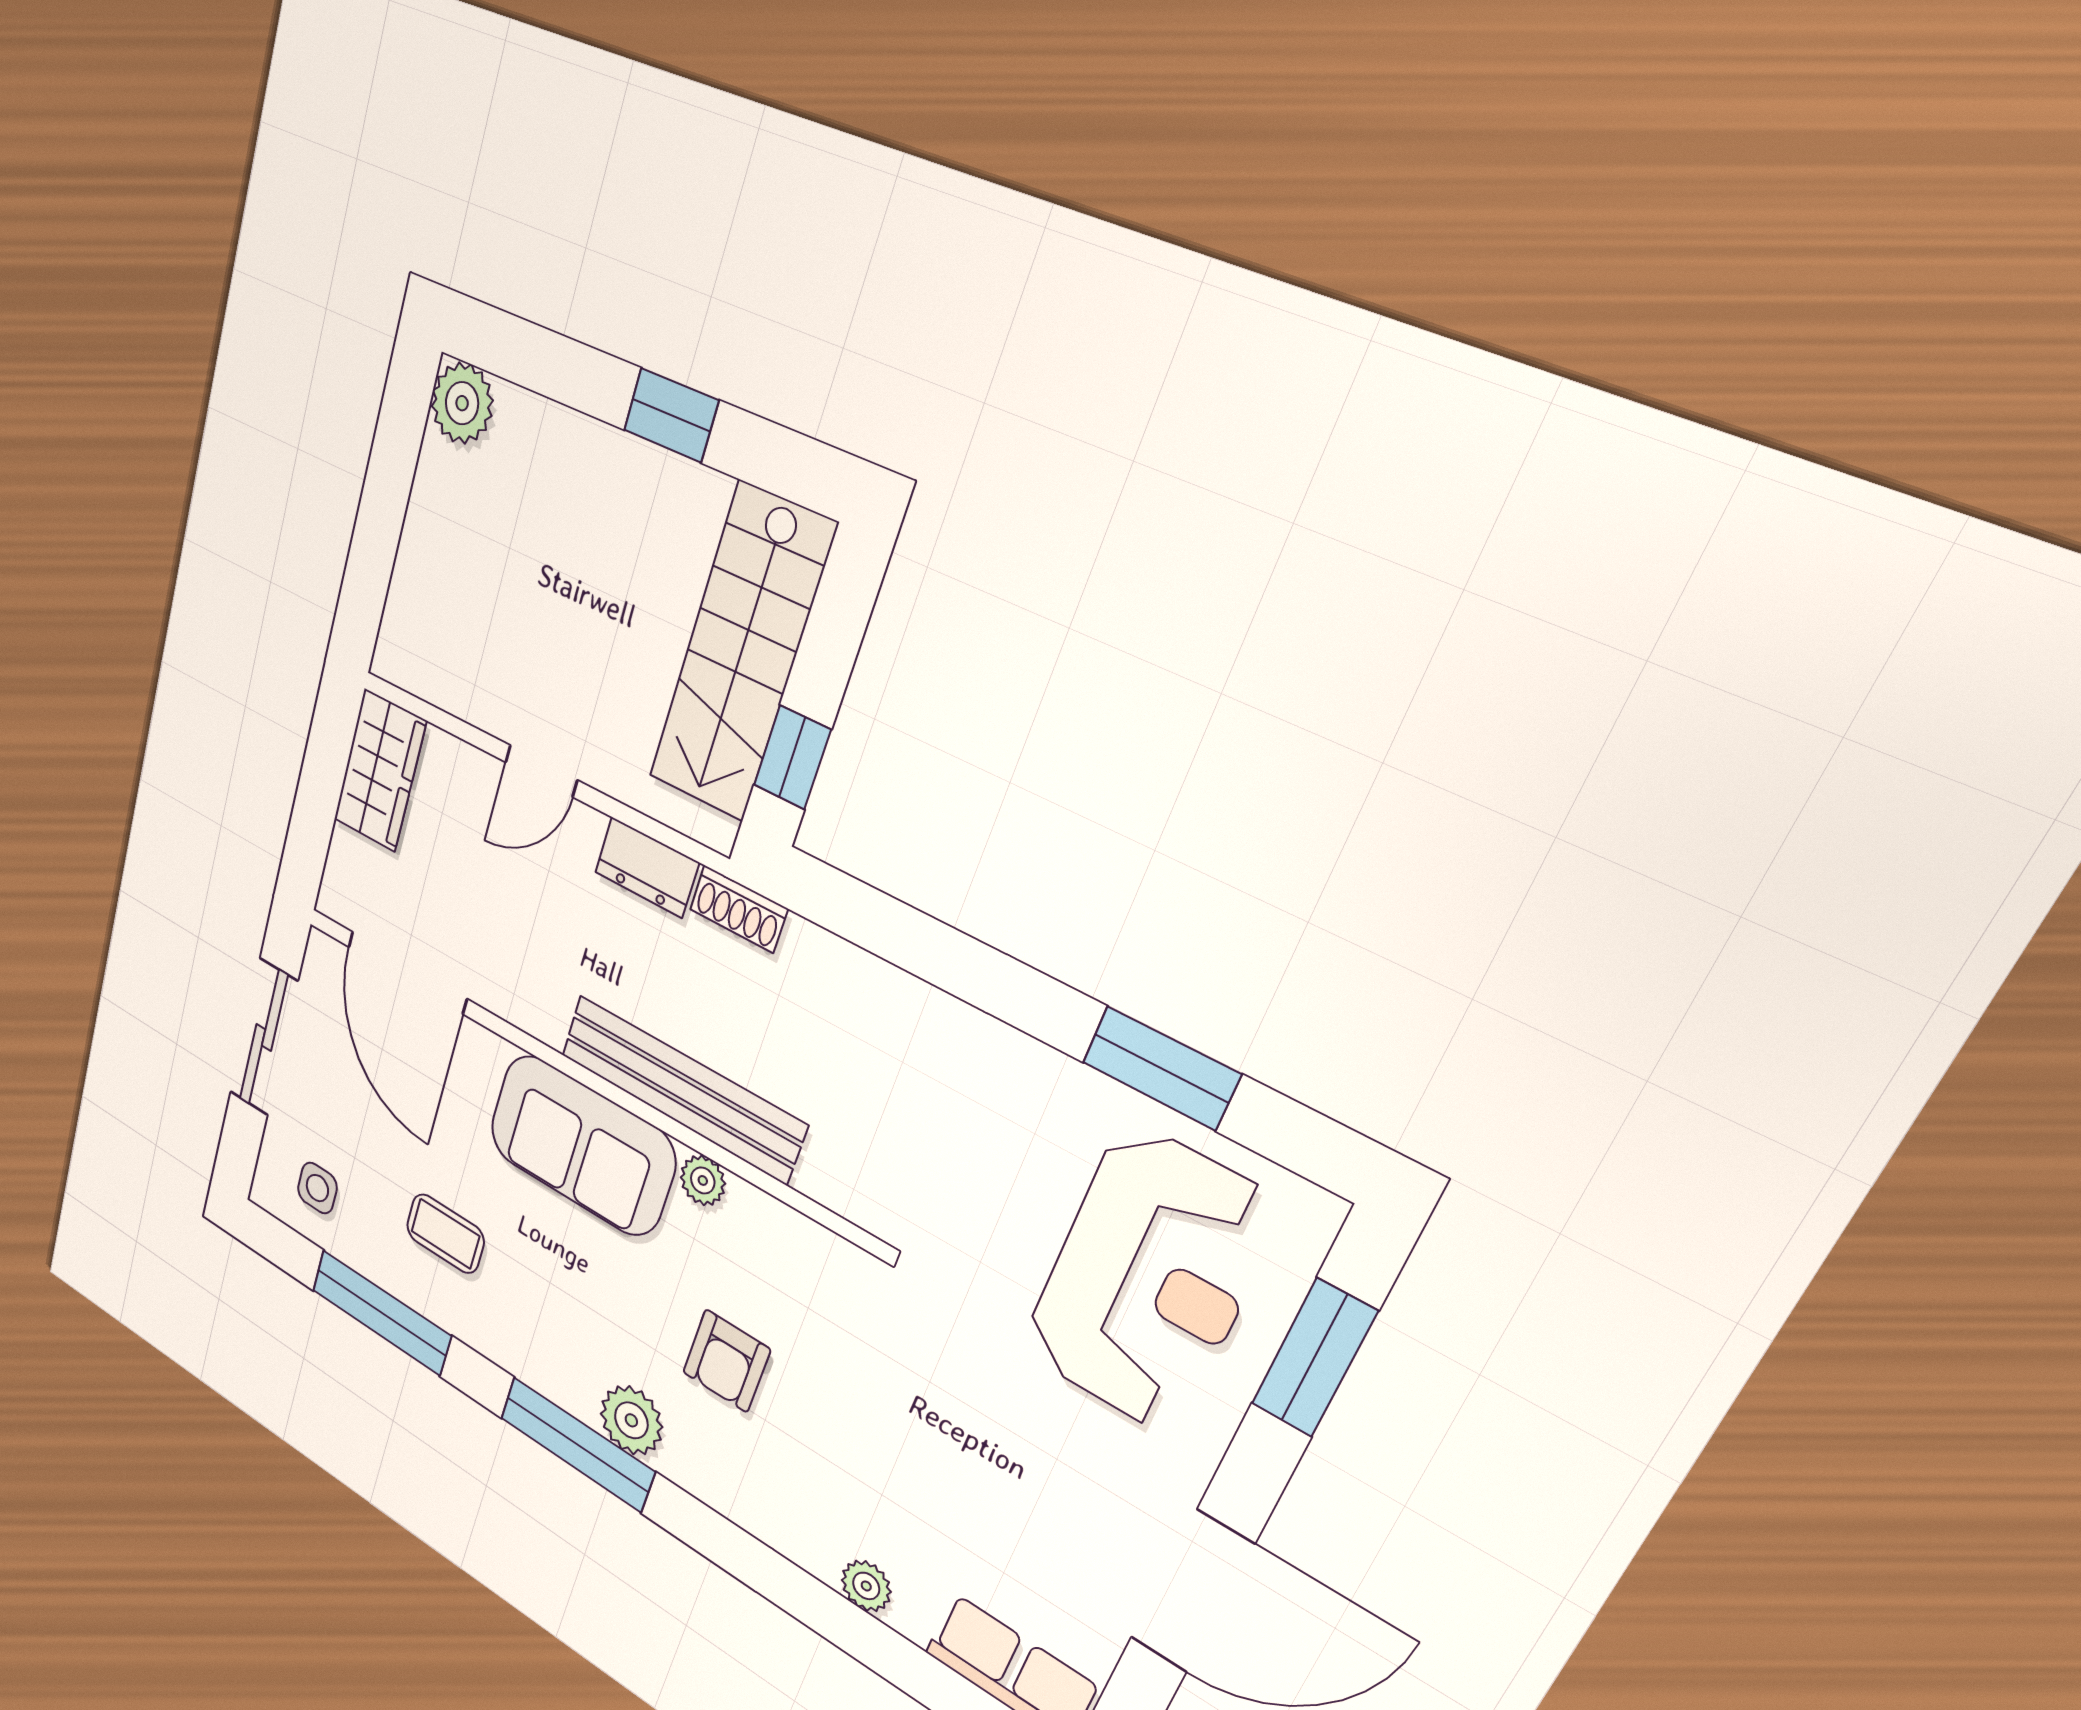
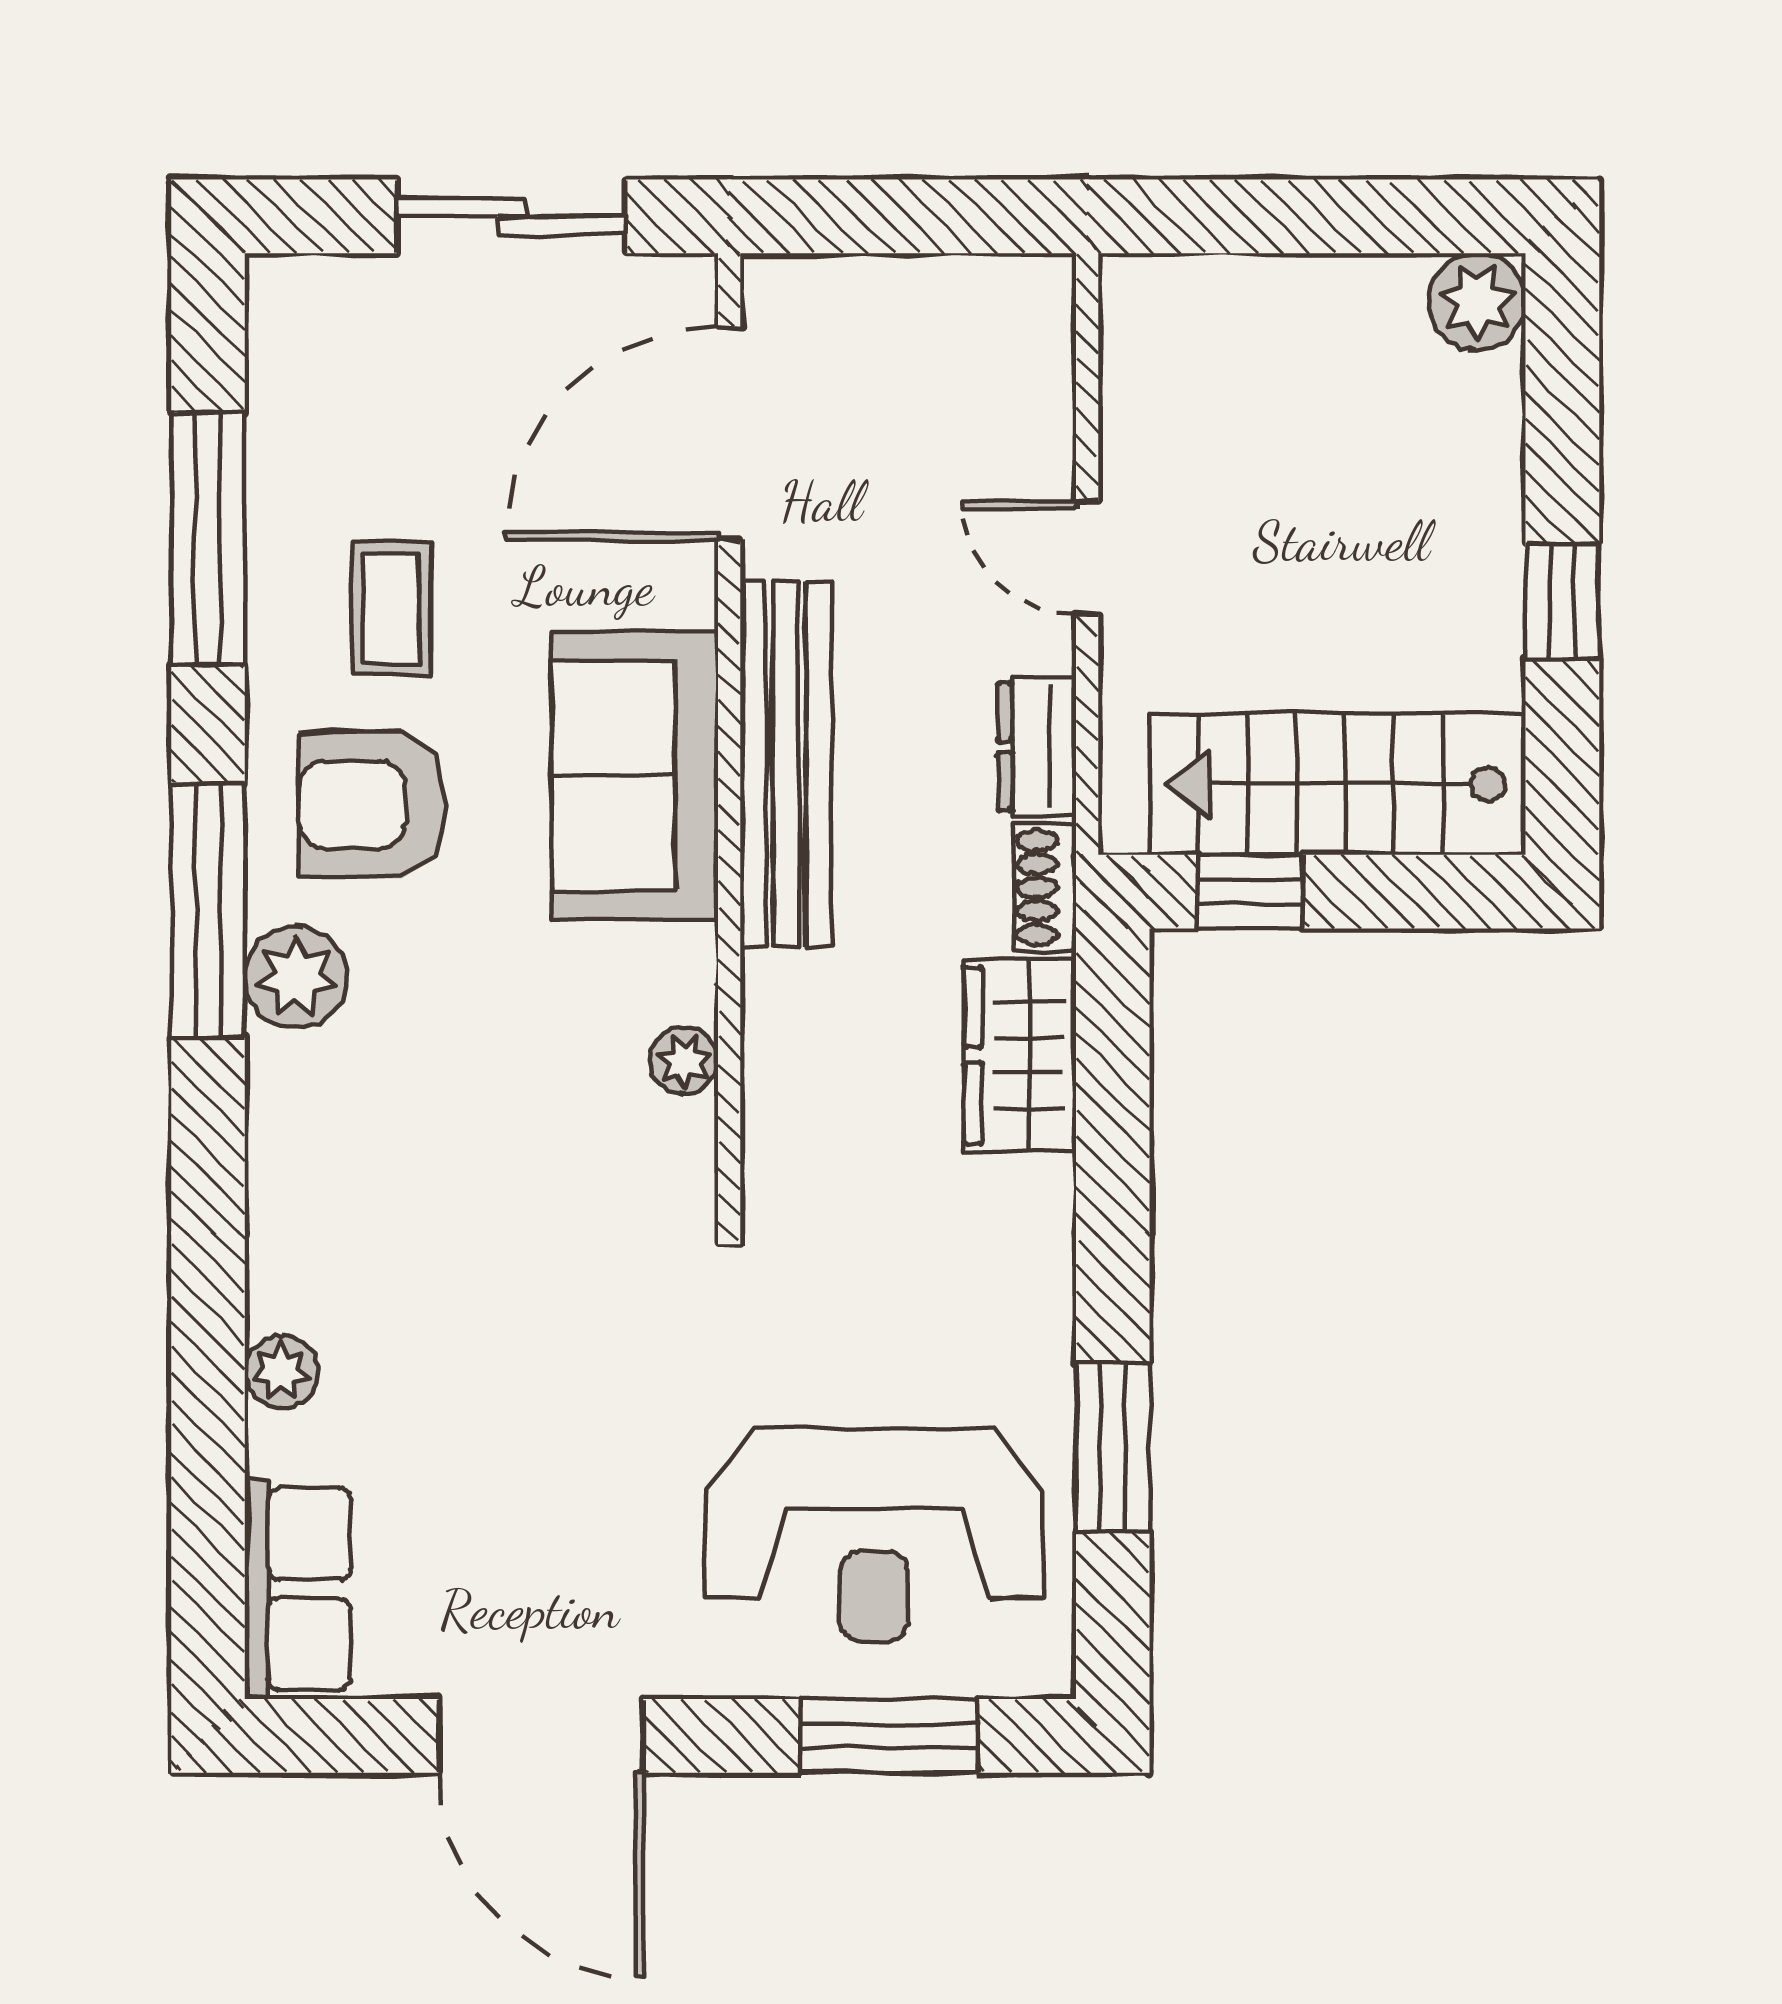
wardrobe: (380, 771) -> (1020, 1055), moved, turned 90
bench: (682, 1089) -> (786, 764), moved
plant: (703, 1180) -> (684, 1061), moved
side table: (317, 1188) -> (335, 374), removed
armchair: (726, 1361) -> (373, 805), moved, width x1.38, depth x1.38

